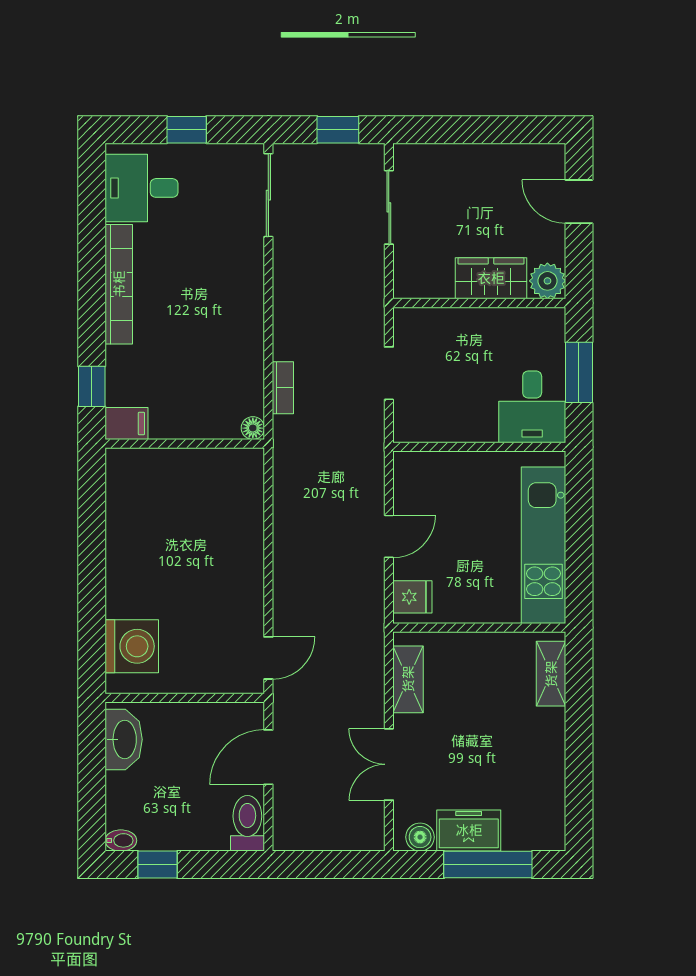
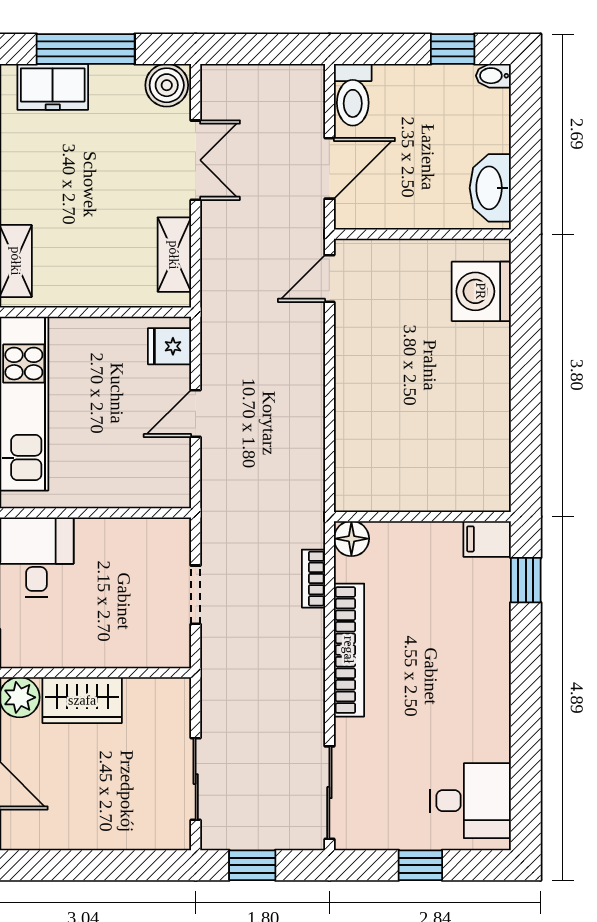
bookcase: (119, 284) -> (349, 650), moved, turned 180
floor lamp: (253, 428) -> (351, 539), width x1.37, depth x1.37
freezer: (469, 830) -> (53, 87), moved
boiler: (420, 837) -> (167, 85), width x1.36, depth x1.36

